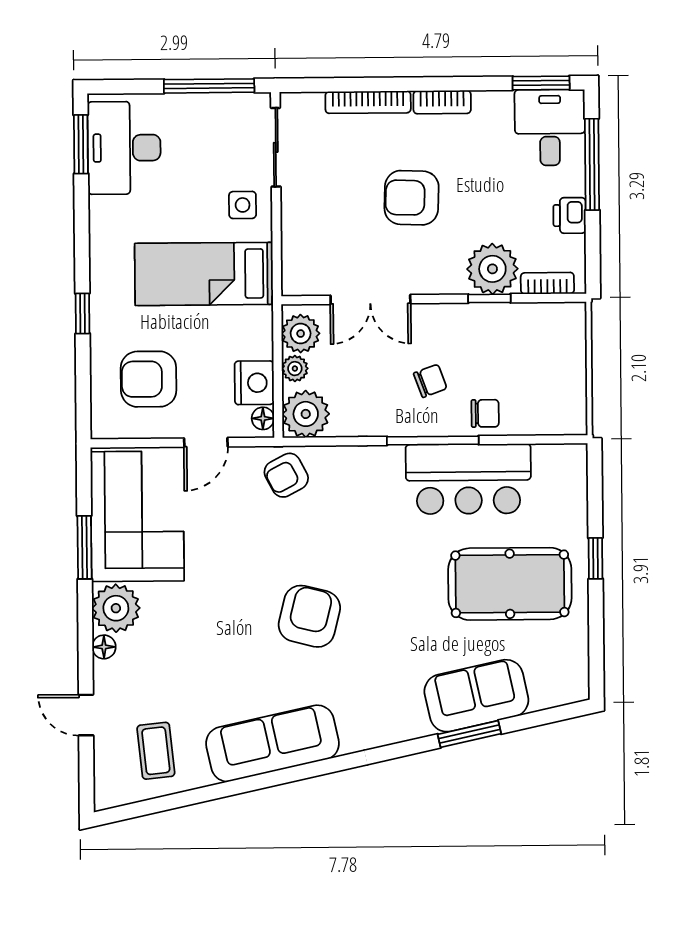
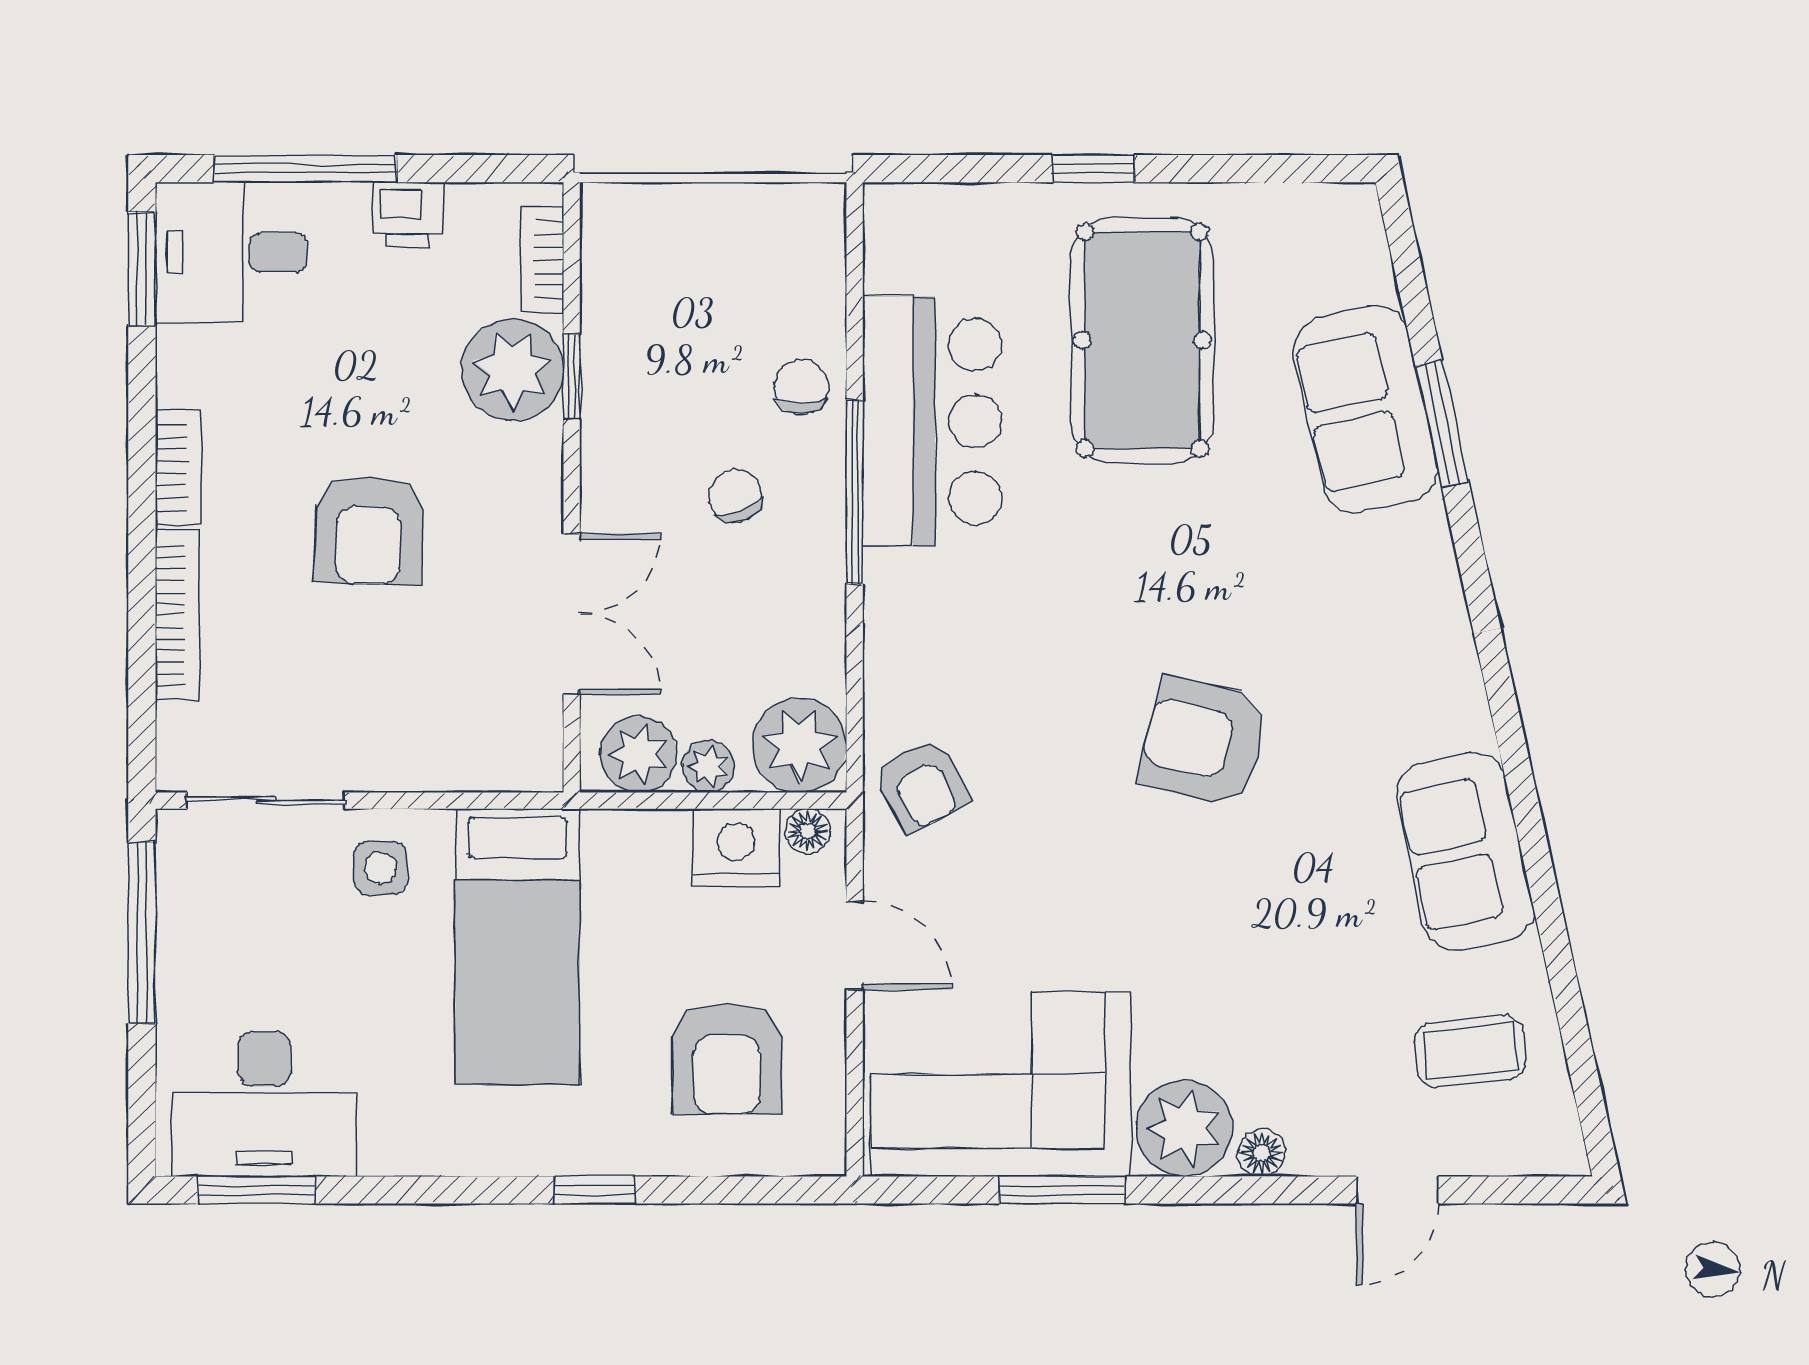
sofa: (272, 743) -> (1465, 851), width x0.73

